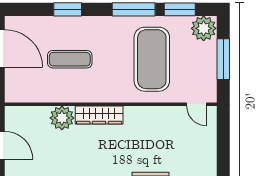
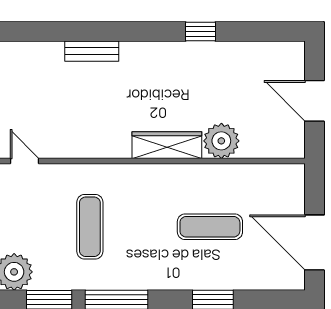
exercise mat: (152, 59) -> (90, 227), width x0.50, depth x0.69

